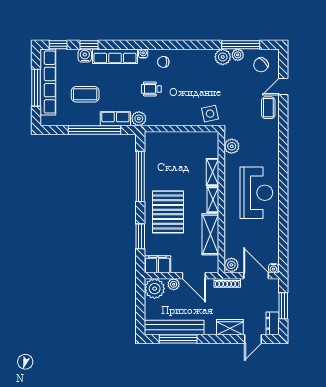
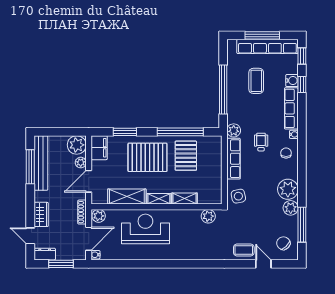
plant: (238, 55) -> (288, 189), moved, width x1.87, depth x1.87
row of seats: (115, 119) -> (234, 159), moved, width x1.48
pallet: (166, 170) -> (186, 156), added
reception desk: (256, 193) -> (145, 229), moved, turned 180

